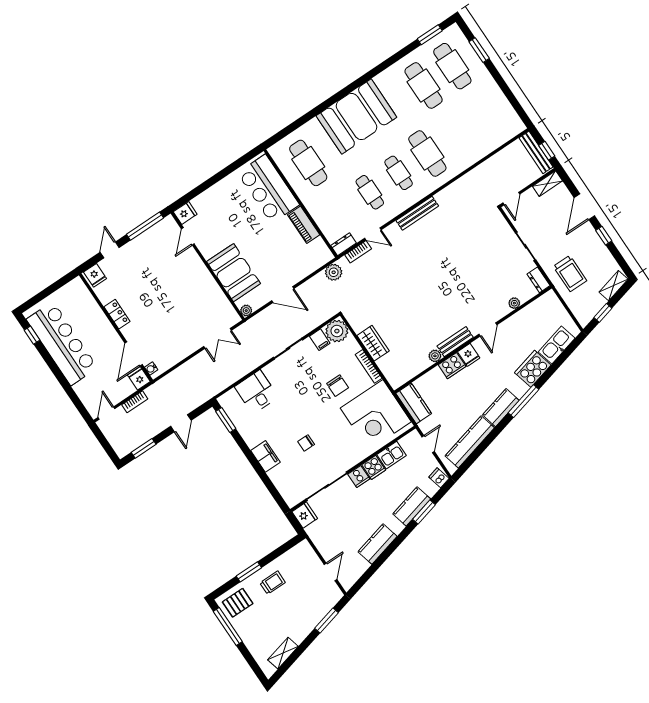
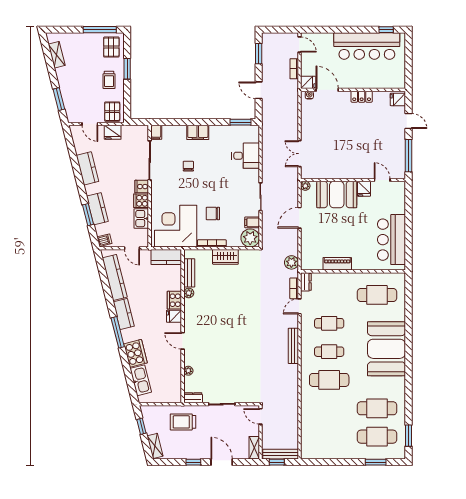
bar counter: (268, 189) -> (391, 240), moved, turned -90
fridge: (185, 213) -> (364, 189), moved
bench: (455, 342) -> (189, 273), moved
filing cabinet: (294, 499) -> (156, 132), added
fridge: (305, 515) -> (113, 132), moved
pallet: (303, 558) -> (112, 112), added

